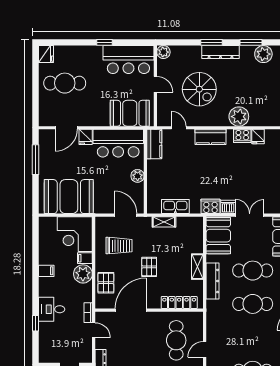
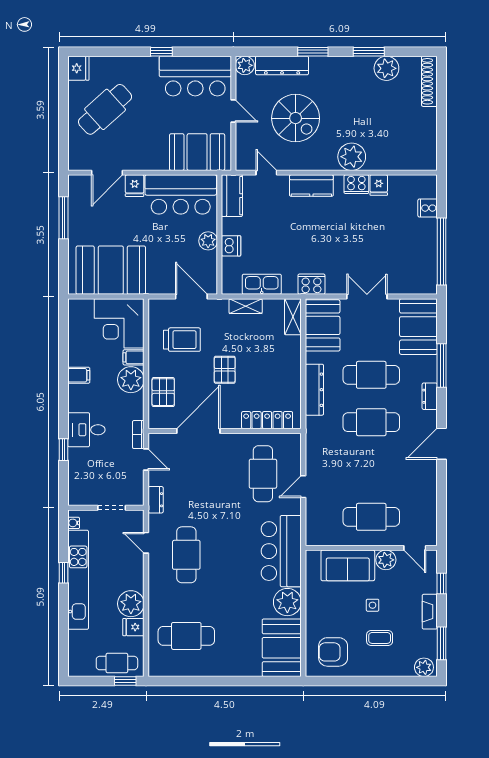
dresser: (220, 52) -> (282, 65), moved
cafe table: (65, 83) -> (105, 109), turned -42
dishwasher: (228, 207) -> (231, 246), moved, turned 90
shelving: (197, 267) -> (293, 317), moved

